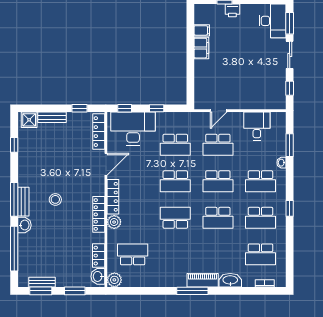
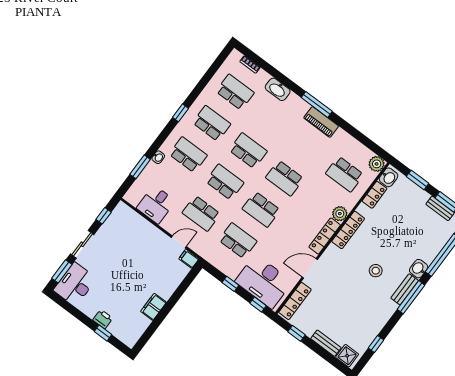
filing cabinet: (202, 30) -> (189, 259), moved
school desk: (218, 145) -> (201, 213), turned 180
school desk: (175, 181) -> (261, 209), turned 180
piano: (203, 280) -> (321, 122), moved

